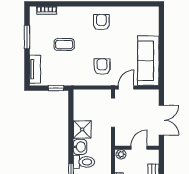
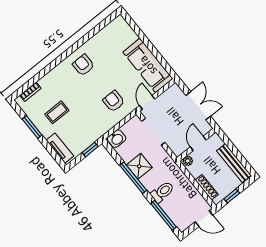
coffee table: (64, 44) -> (57, 112), moved
window: (71, 134) -> (133, 178), added
washbasin: (80, 147) -> (117, 139), moved, turned 90

